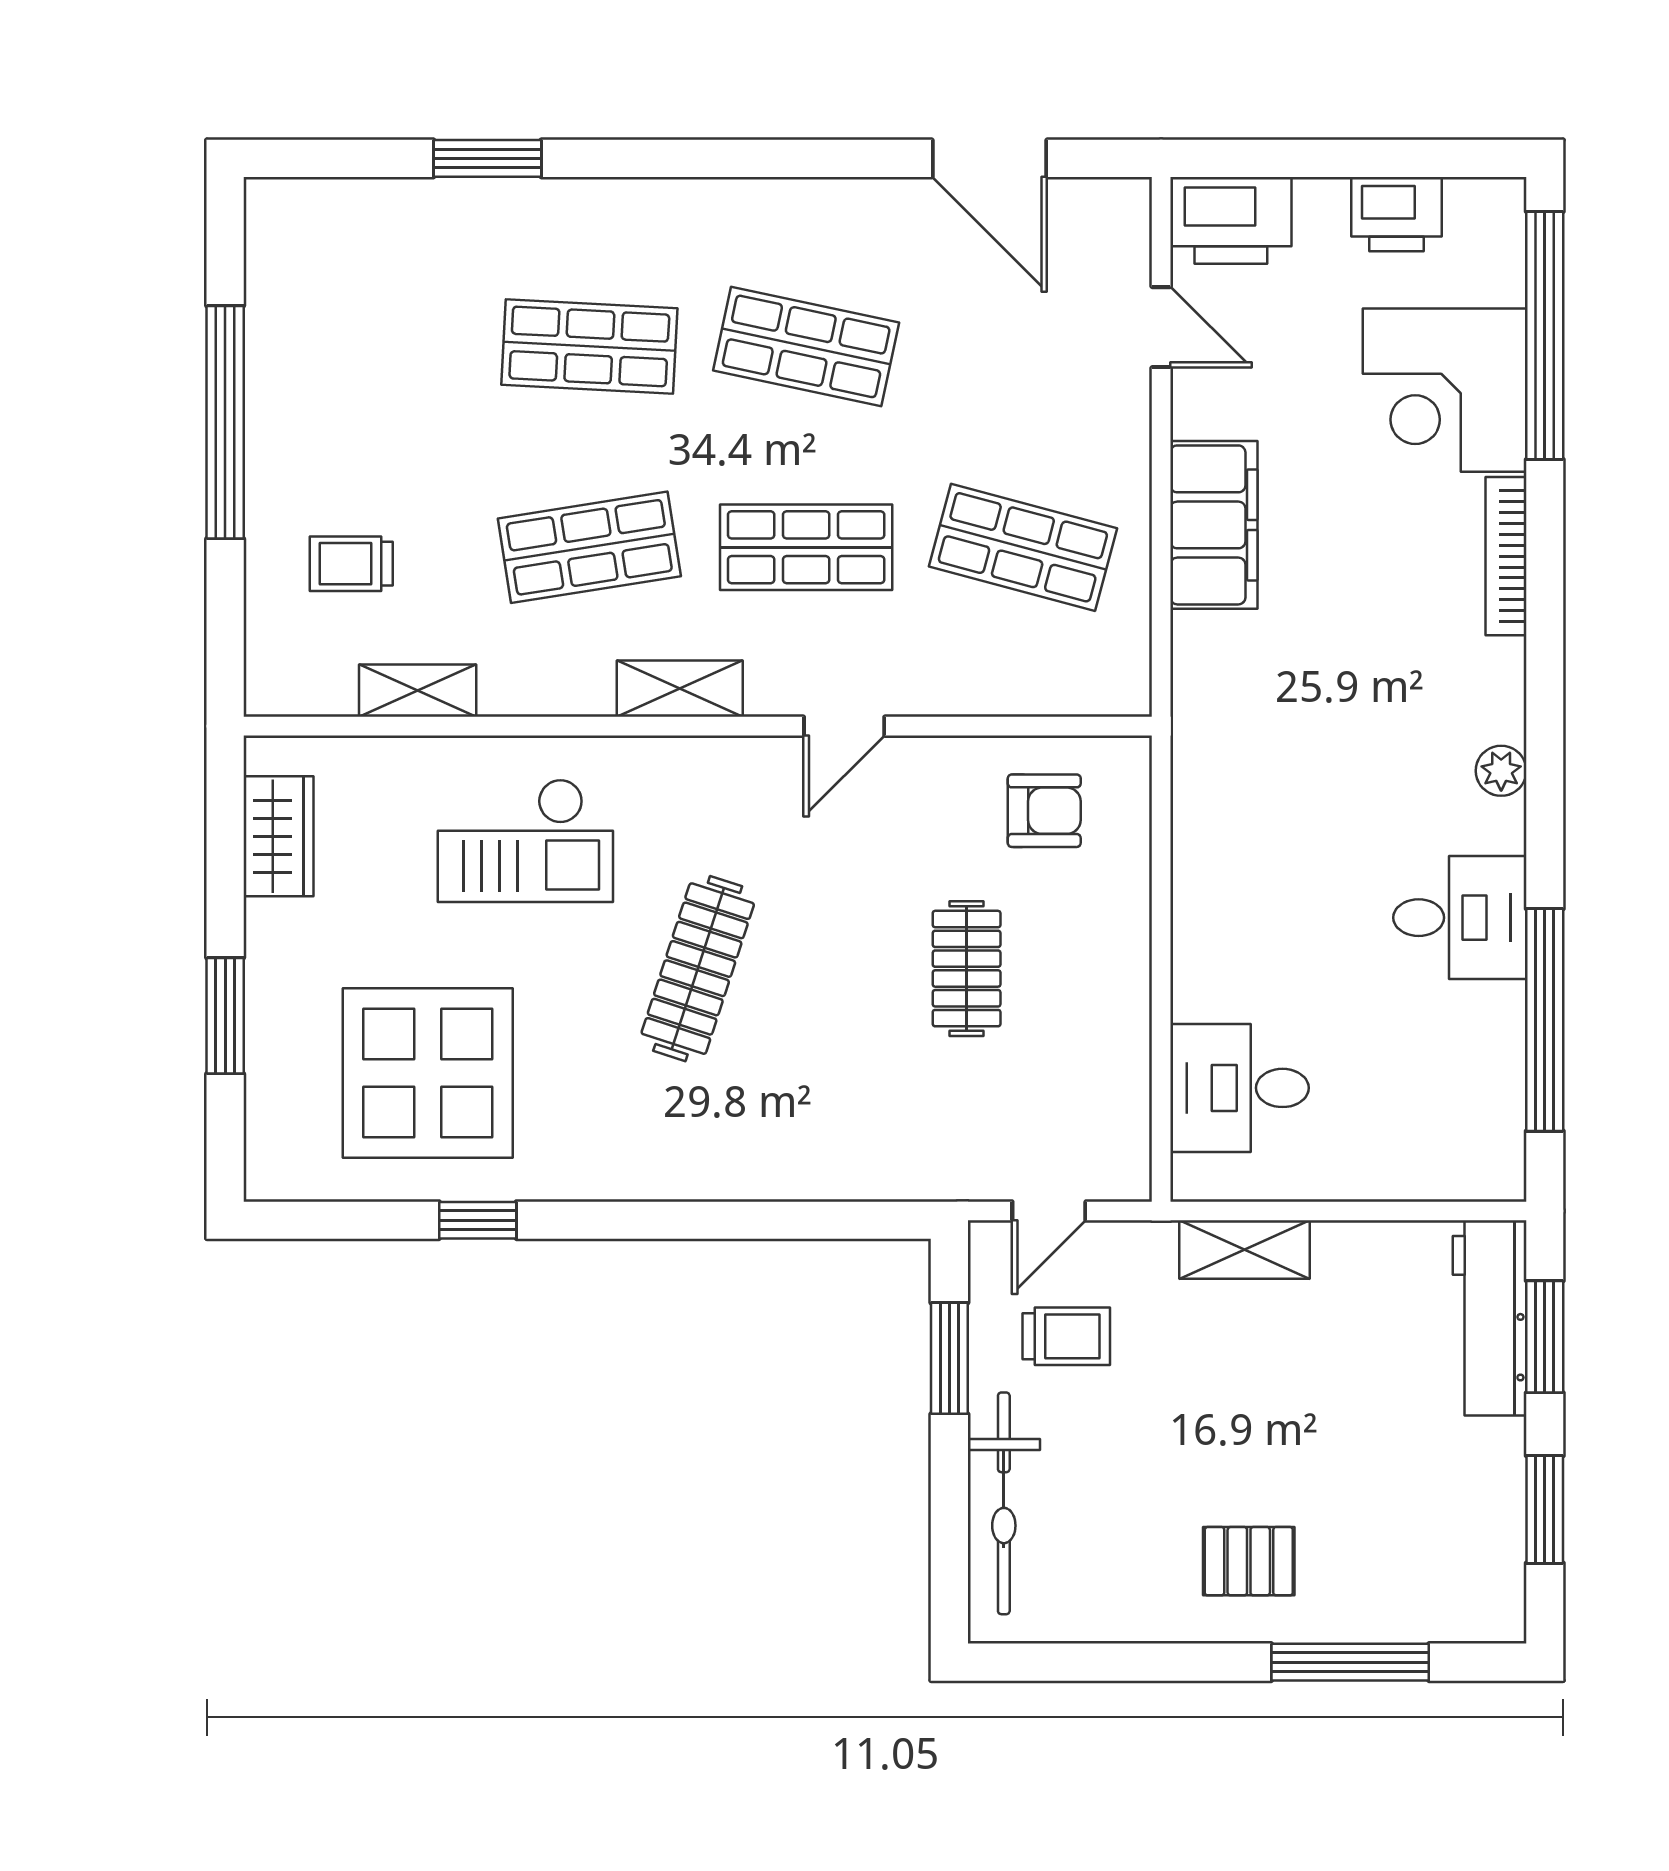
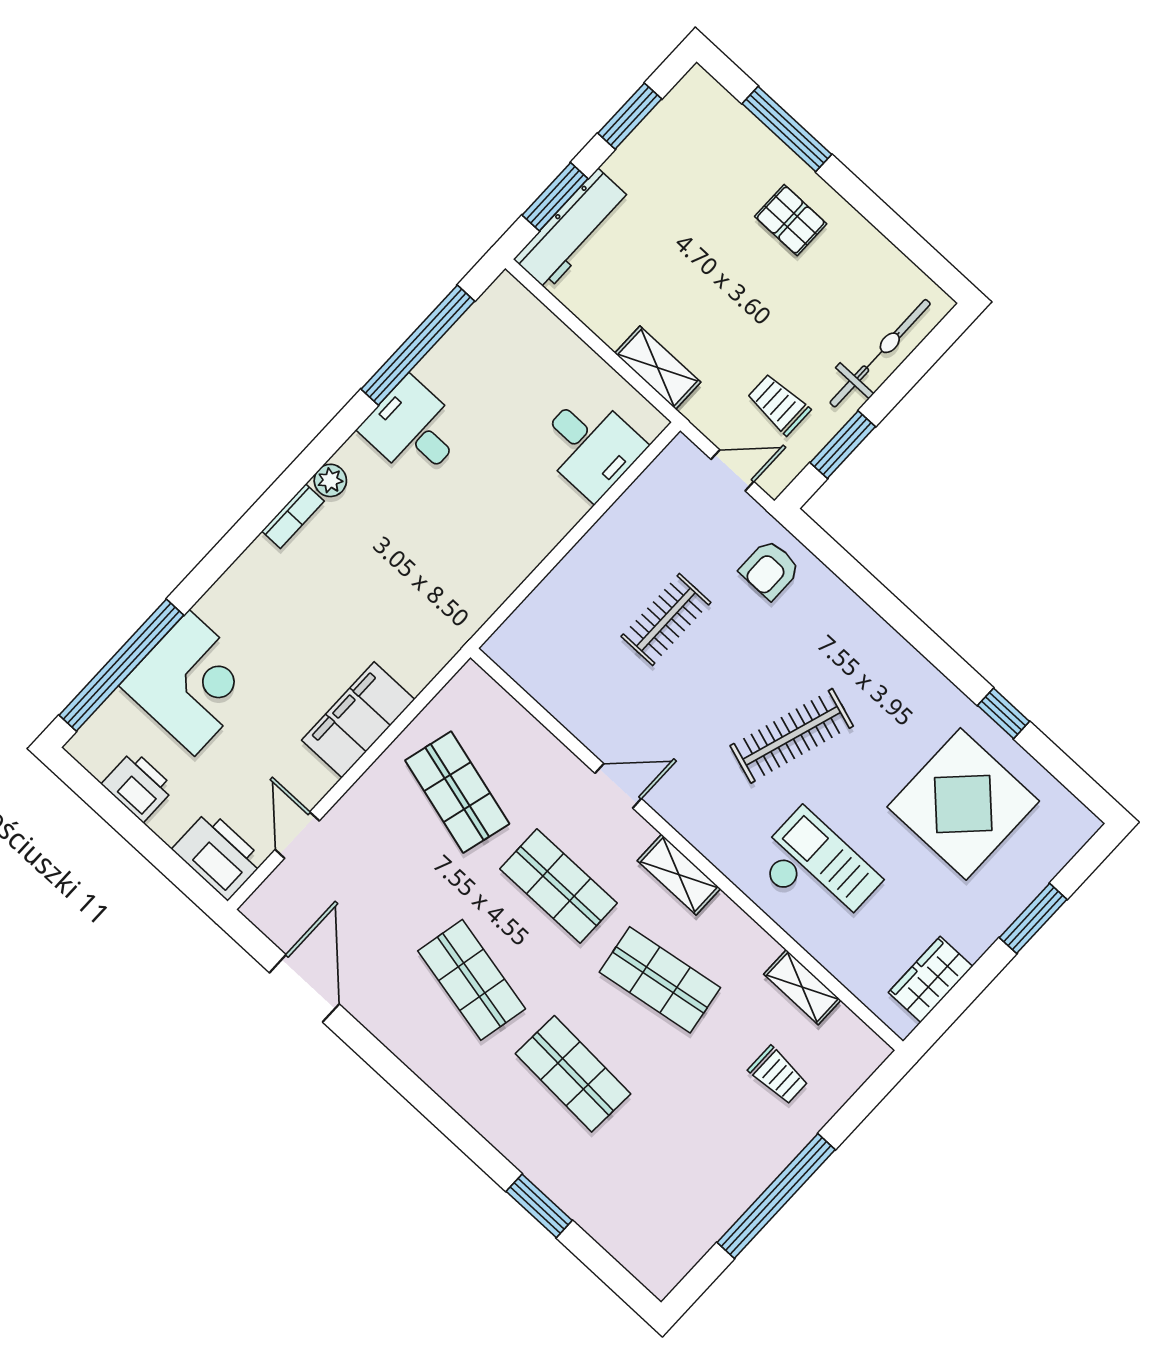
bookcase: (1506, 556) -> (293, 516), moved, width x0.64
armchair: (1044, 811) -> (770, 570), moved, turned -90

